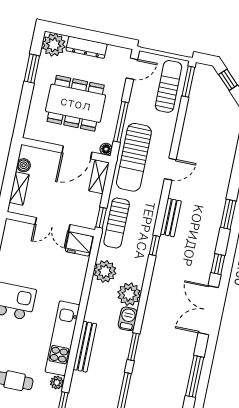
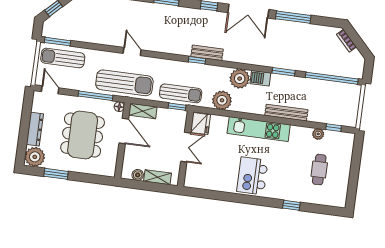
bench: (171, 218) -> (207, 53), moved
kitchen unit: (62, 338) -> (259, 129), moved
window: (195, 376) -> (293, 17), moved

